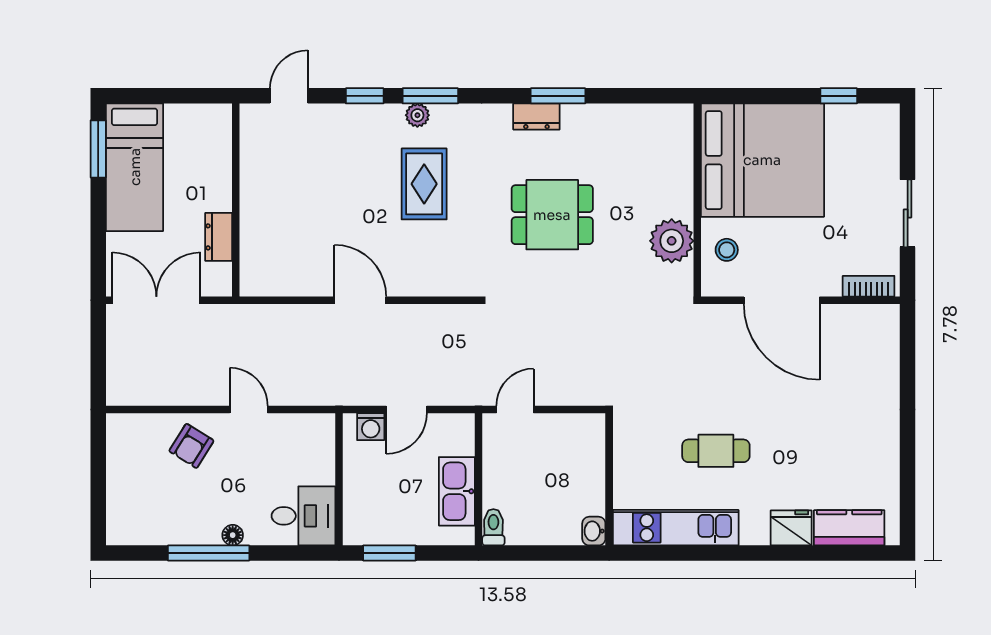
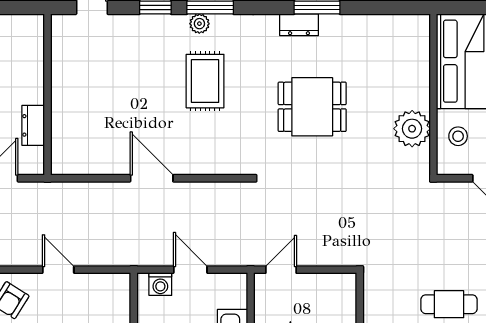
door: (407, 409) -> (190, 270), swing flipped

